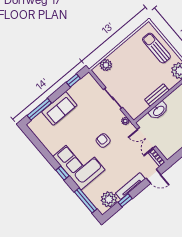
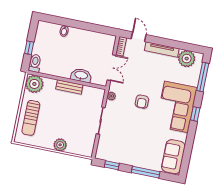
plant: (106, 65) -> (60, 145), moved
sofa: (59, 108) -> (173, 157), moved, turned -90
window: (39, 109) -> (146, 172), moved
window: (125, 200) -> (177, 45), removed

